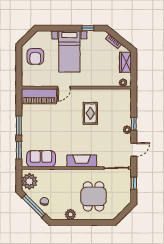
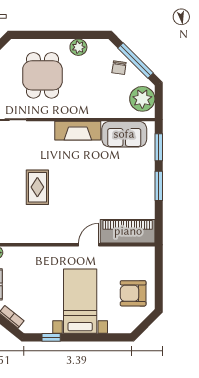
armchair: (35, 56) -> (133, 293), turned -90
rug: (90, 113) -> (37, 187), moved
fireplace: (82, 161) -> (78, 131), moved

